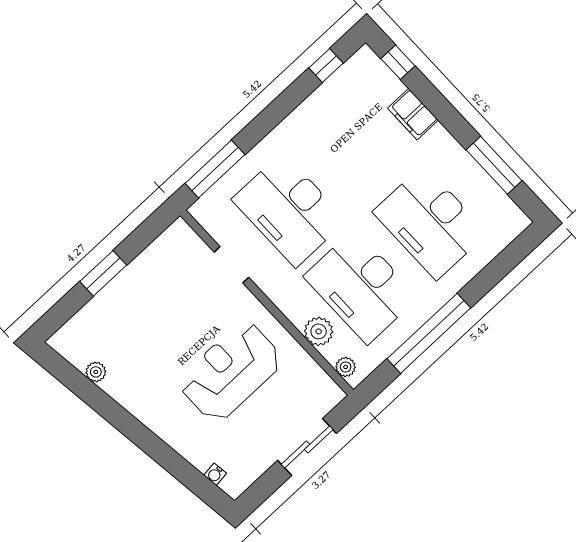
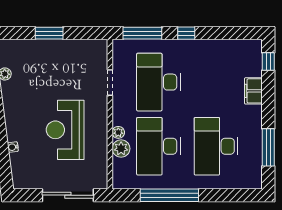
window: (326, 65) -> (186, 33), moved
plant: (346, 367) -> (118, 132), moved
reception desk: (231, 372) -> (65, 130), turned -90
sliding door: (307, 447) -> (68, 195), width x1.37
water cooler: (215, 474) -> (13, 147), moved

